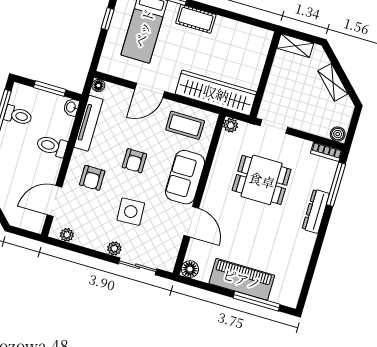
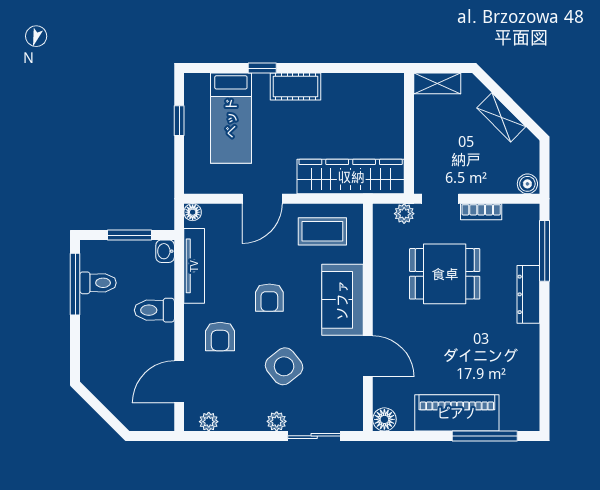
plant: (231, 125) -> (404, 214), moved
bookcase: (326, 152) -> (481, 212), moved
side table: (131, 212) -> (284, 366), turned -35

